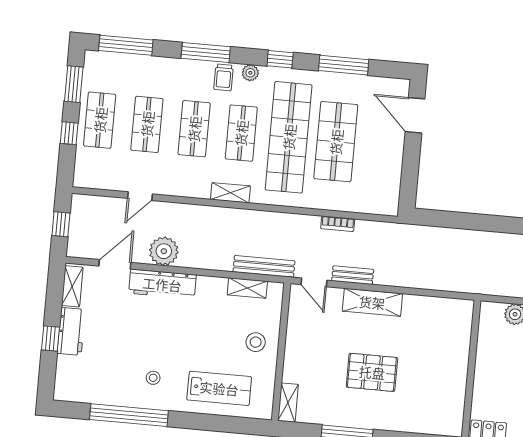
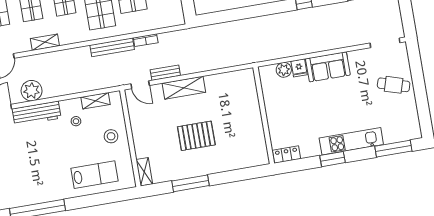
shelving: (230, 193) -> (45, 42), moved
bench: (264, 266) -> (112, 47), moved
stool: (153, 378) -> (76, 121), moved

